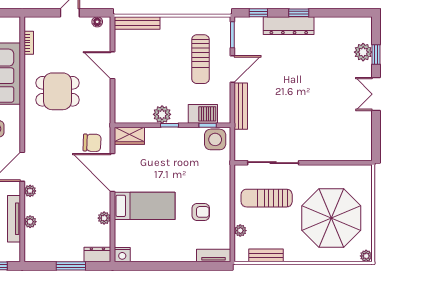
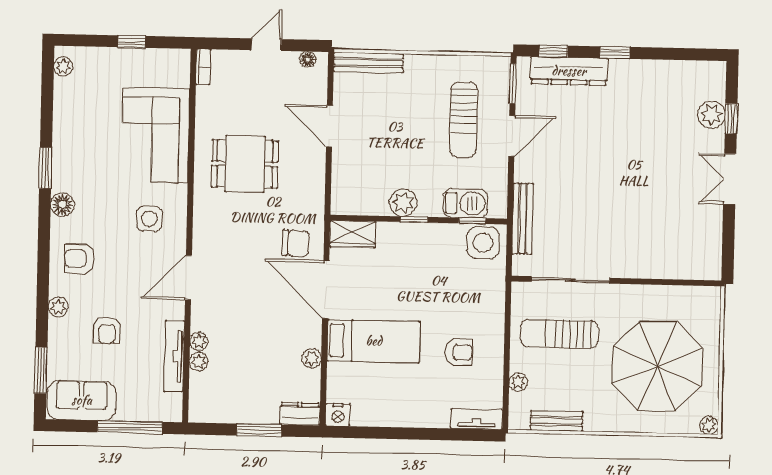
dresser: (289, 26) -> (569, 71), moved
bookcase: (29, 43) -> (203, 67), moved
bench: (241, 106) -> (523, 219), moved
plant: (30, 191) -> (199, 341), moved

